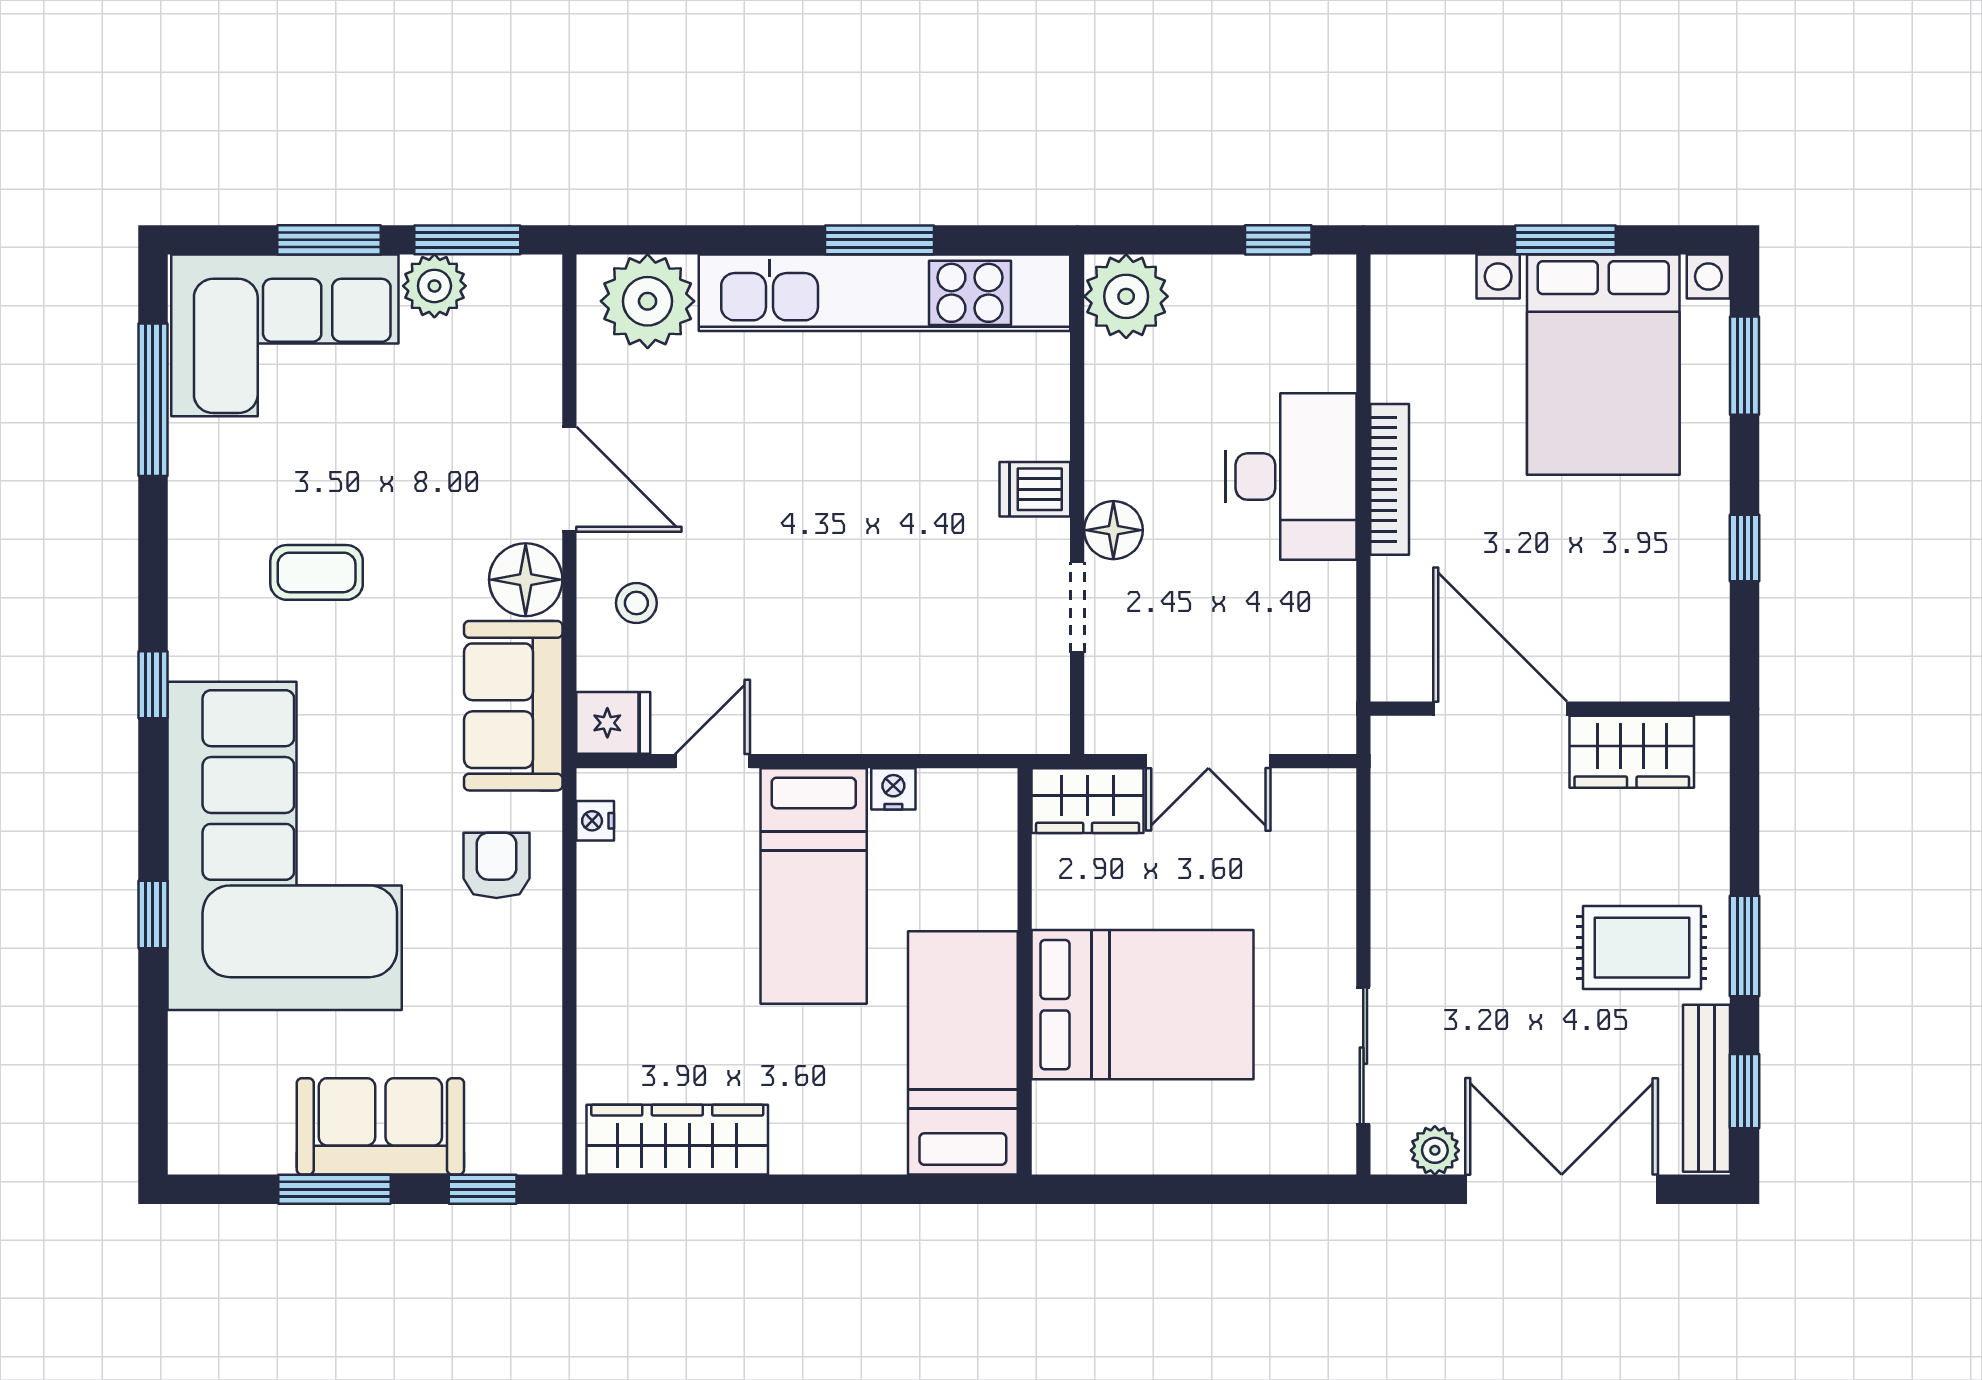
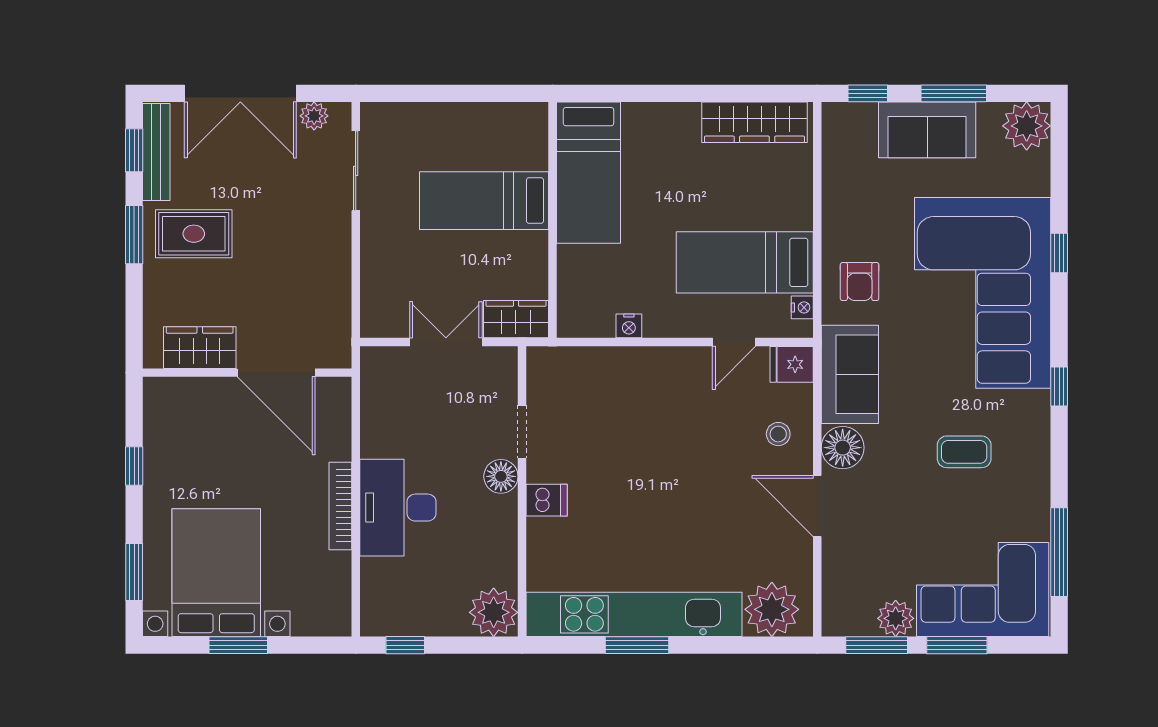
bed: (814, 886) -> (745, 262), moved, turned -90
bed: (1143, 1005) -> (484, 201), width x0.67
plant: (209, 1133) -> (1027, 126), added

